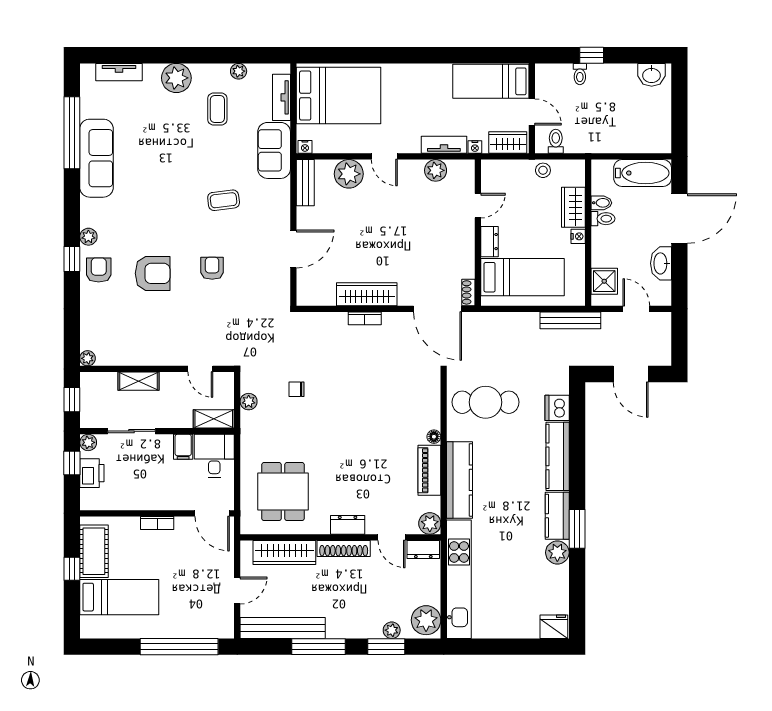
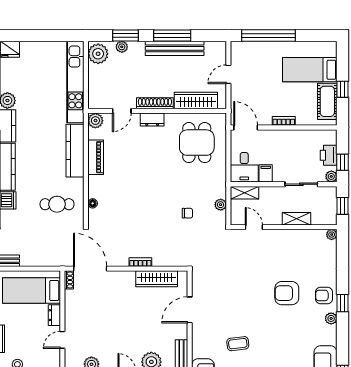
armchair: (212, 268) -> (246, 297), removed
armchair: (99, 270) -> (324, 295), turned 90
wardrobe: (367, 294) -> (157, 279), moved
cafe table: (486, 402) -> (57, 204), width x0.73, depth x0.74
floor lamp: (434, 437) -> (93, 203), moved
door: (392, 537) -> (122, 111), swing flipped
dresser: (423, 549) -> (100, 103), removed
bench: (283, 628) -> (175, 48), moved

